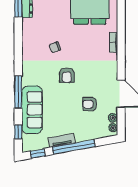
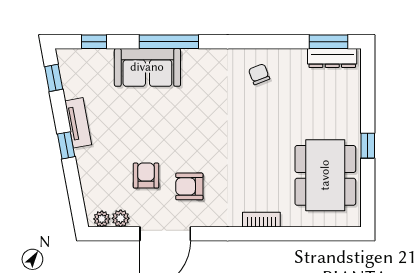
chair: (55, 47) -> (259, 74), moved
armchair: (67, 75) -> (189, 186), moved
sofa: (32, 110) -> (147, 67), width x0.73
window: (74, 147) -> (66, 145), width x0.32

